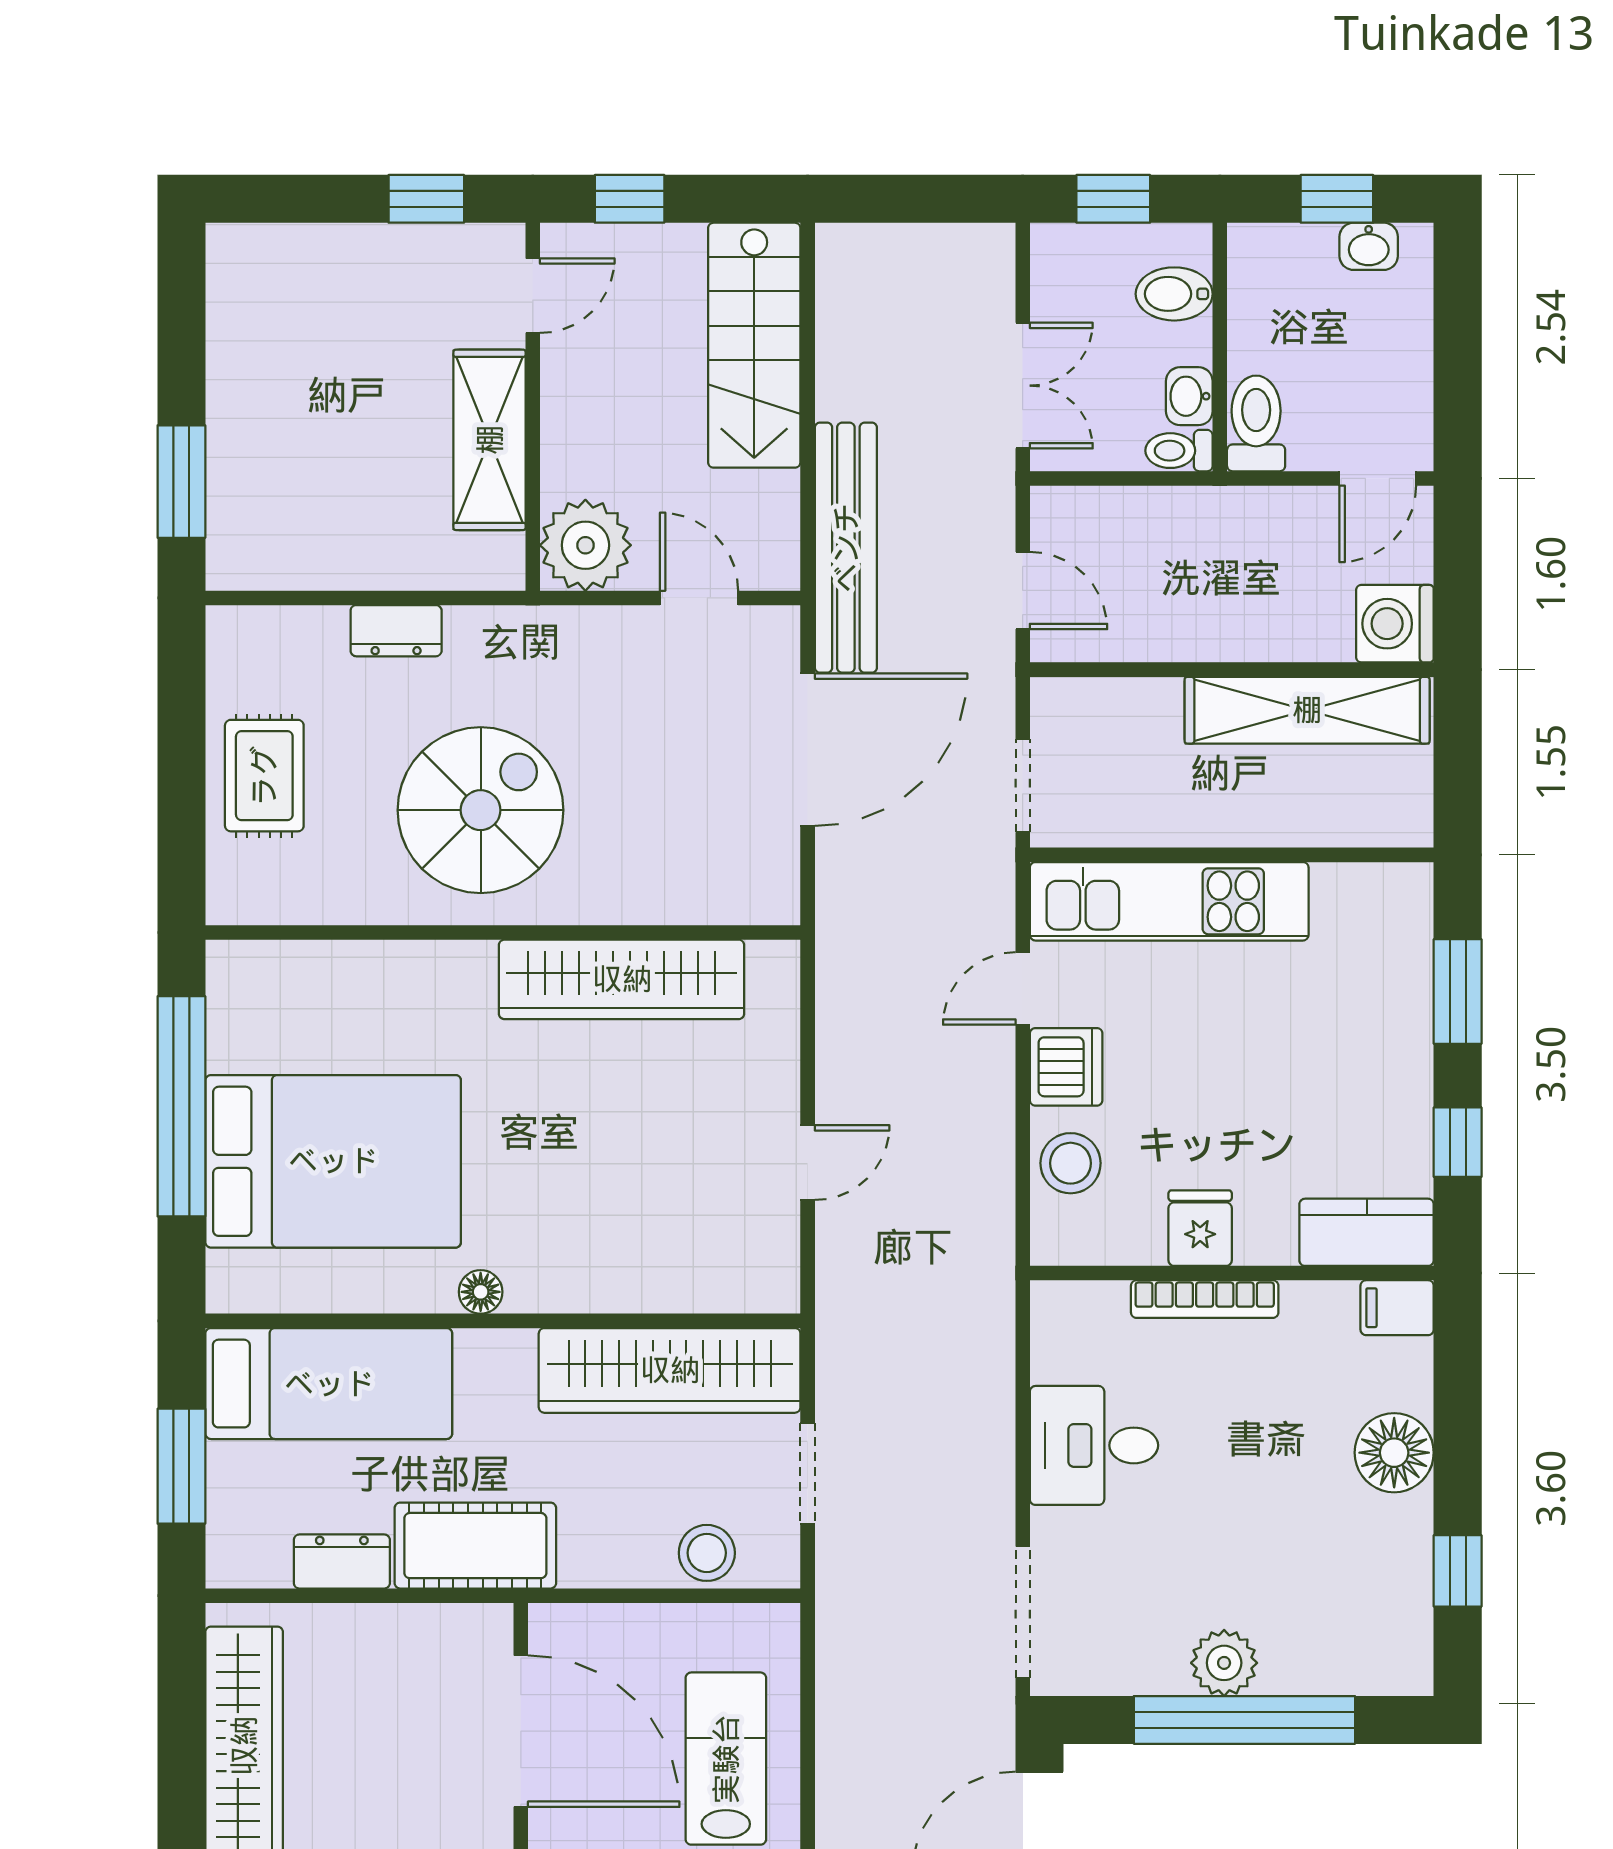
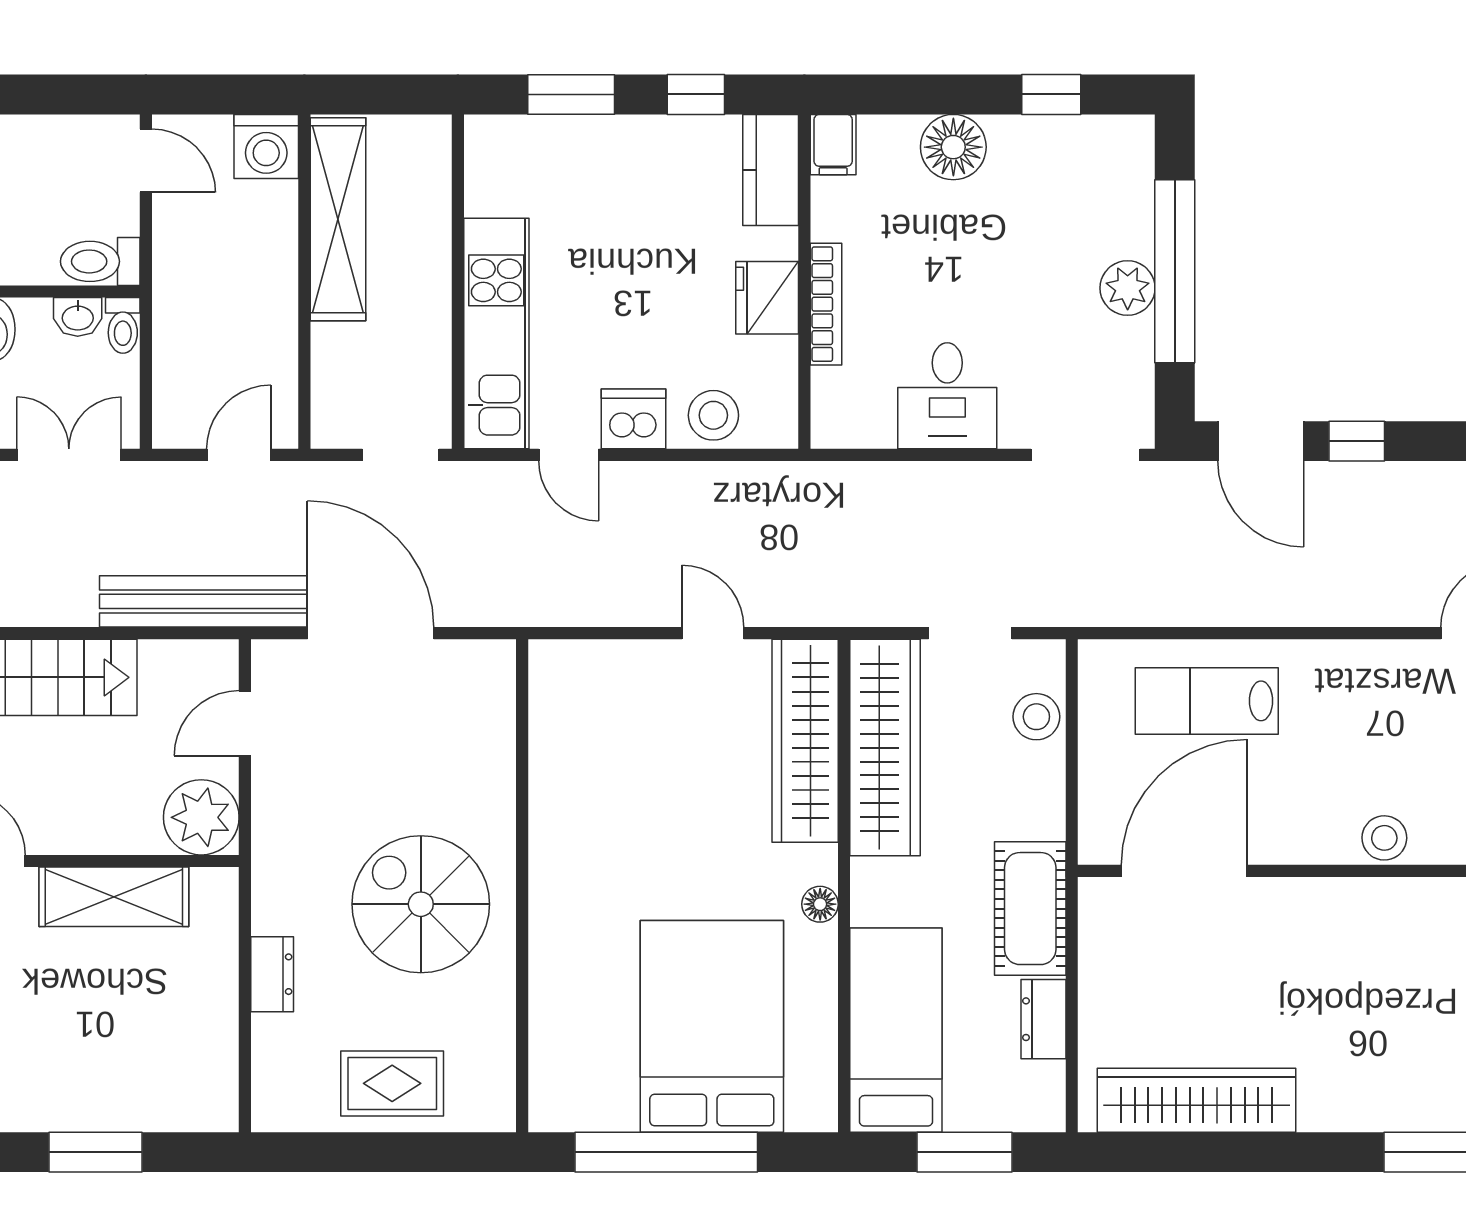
window: (181, 482) -> (95, 1152), moved
wardrobe: (622, 979) -> (805, 741), moved, turned 180
fridge: (1200, 1228) -> (767, 298), width x1.38

